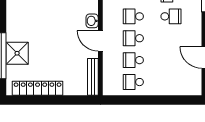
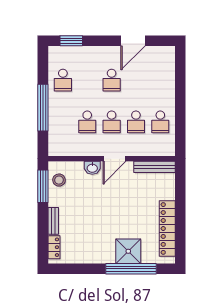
school desk: (171, 16) -> (112, 80), moved, turned 180

